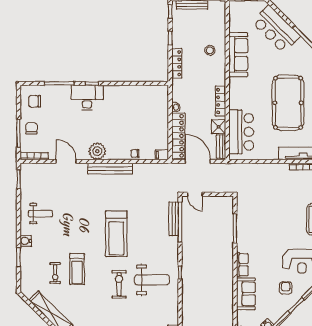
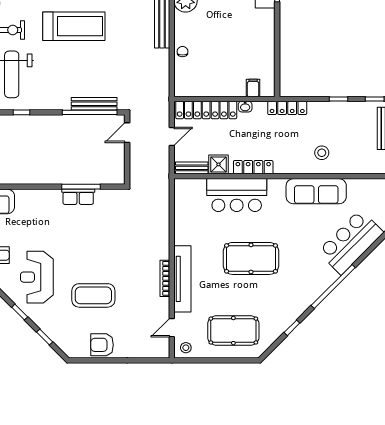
locker: (177, 63) -> (287, 108), moved
pool table: (288, 103) -> (251, 258), width x0.73, depth x0.76
bar counter: (241, 132) -> (237, 195), moved
filing cabinet: (162, 155) -> (253, 88), moved
door: (198, 161) -> (172, 136), width x0.53
treadmill: (116, 234) -> (74, 26), turned 180
row of seats: (242, 265) -> (78, 197), moved

